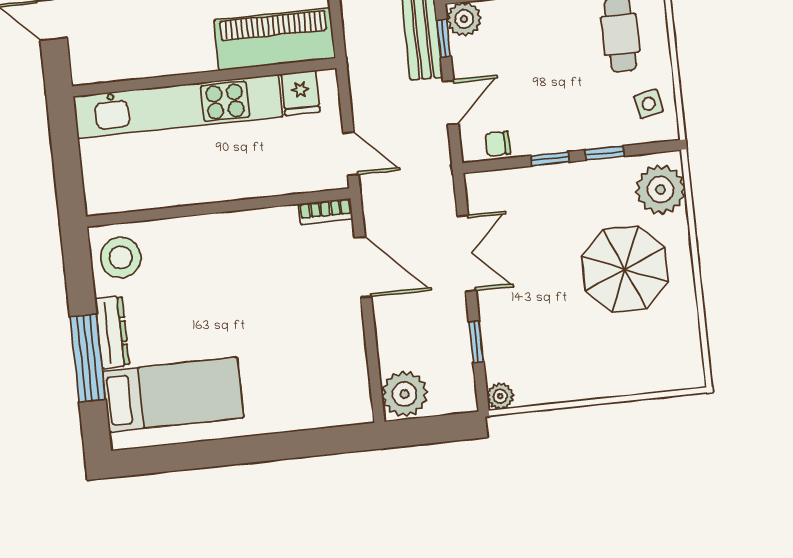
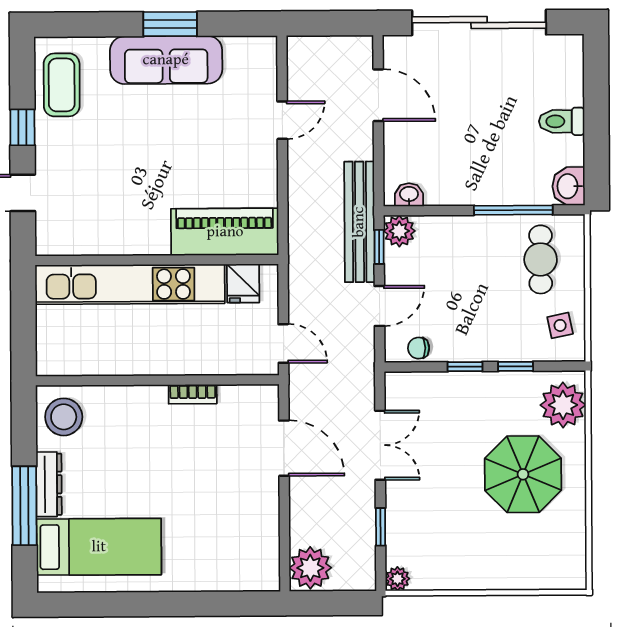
bookcase: (326, 211) -> (193, 394), moved

